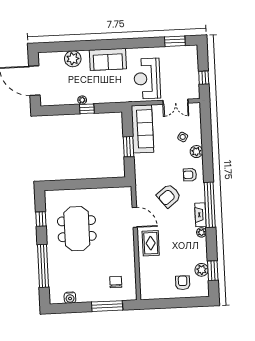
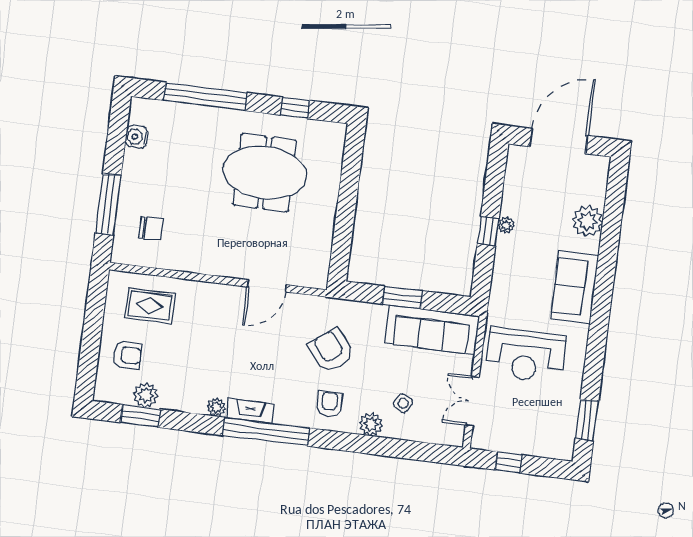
reception desk: (147, 79) -> (525, 355), turned 180
armchair: (169, 196) -> (331, 351), moved
rug: (151, 243) -> (150, 306), moved

